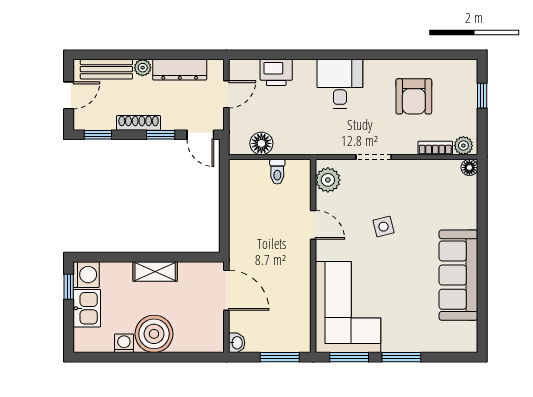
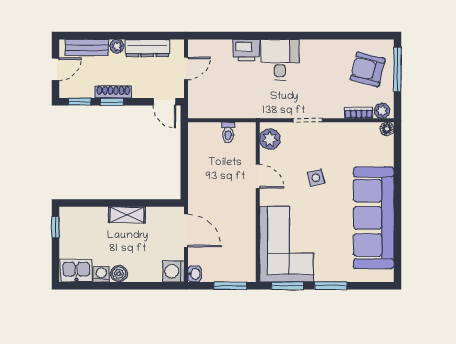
printer: (276, 72) -> (246, 50), moved
armchair: (414, 96) -> (368, 69), moved, turned 104
window: (482, 96) -> (398, 69), width x2.17
window: (161, 135) -> (112, 102), moved
floor lamp: (261, 143) -> (215, 109), removed
washing machine: (86, 275) -> (173, 271), moved, turned 180
sofa: (458, 275) -> (374, 218), width x1.36, depth x1.27
kitchen sink: (87, 308) -> (76, 271), moved, turned -90
boiler: (154, 334) -> (119, 274), width x0.54, depth x0.54

